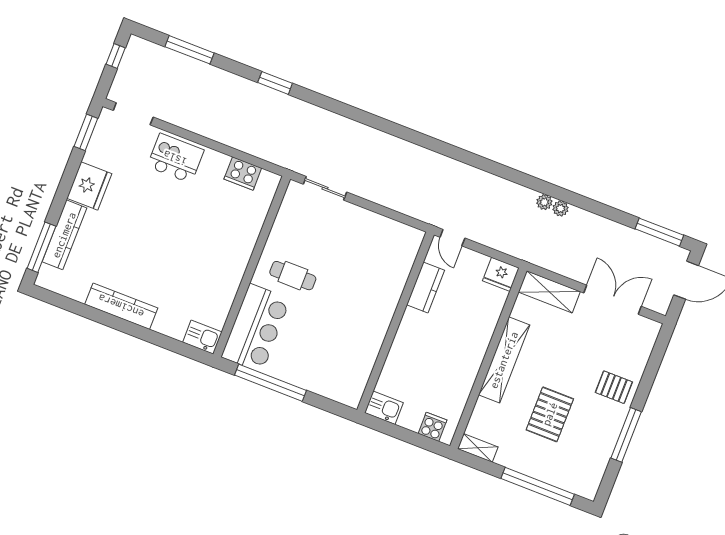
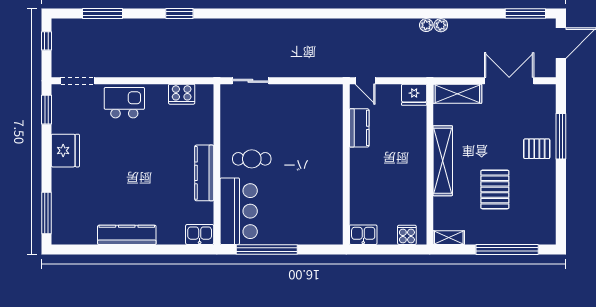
kitchen counter: (64, 235) -> (204, 173), moved, turned 180
window: (626, 435) -> (561, 136), moved

